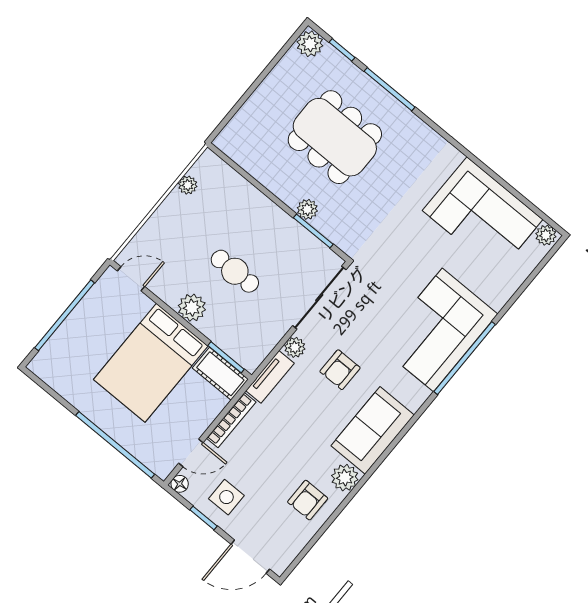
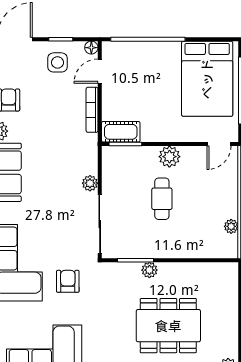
cafe table: (235, 271) -> (162, 199), turned 90
bed: (151, 363) -> (207, 79), moved, turned 180
armchair: (340, 370) -> (68, 281), moved
tv unit: (270, 377) -> (90, 154), removed

